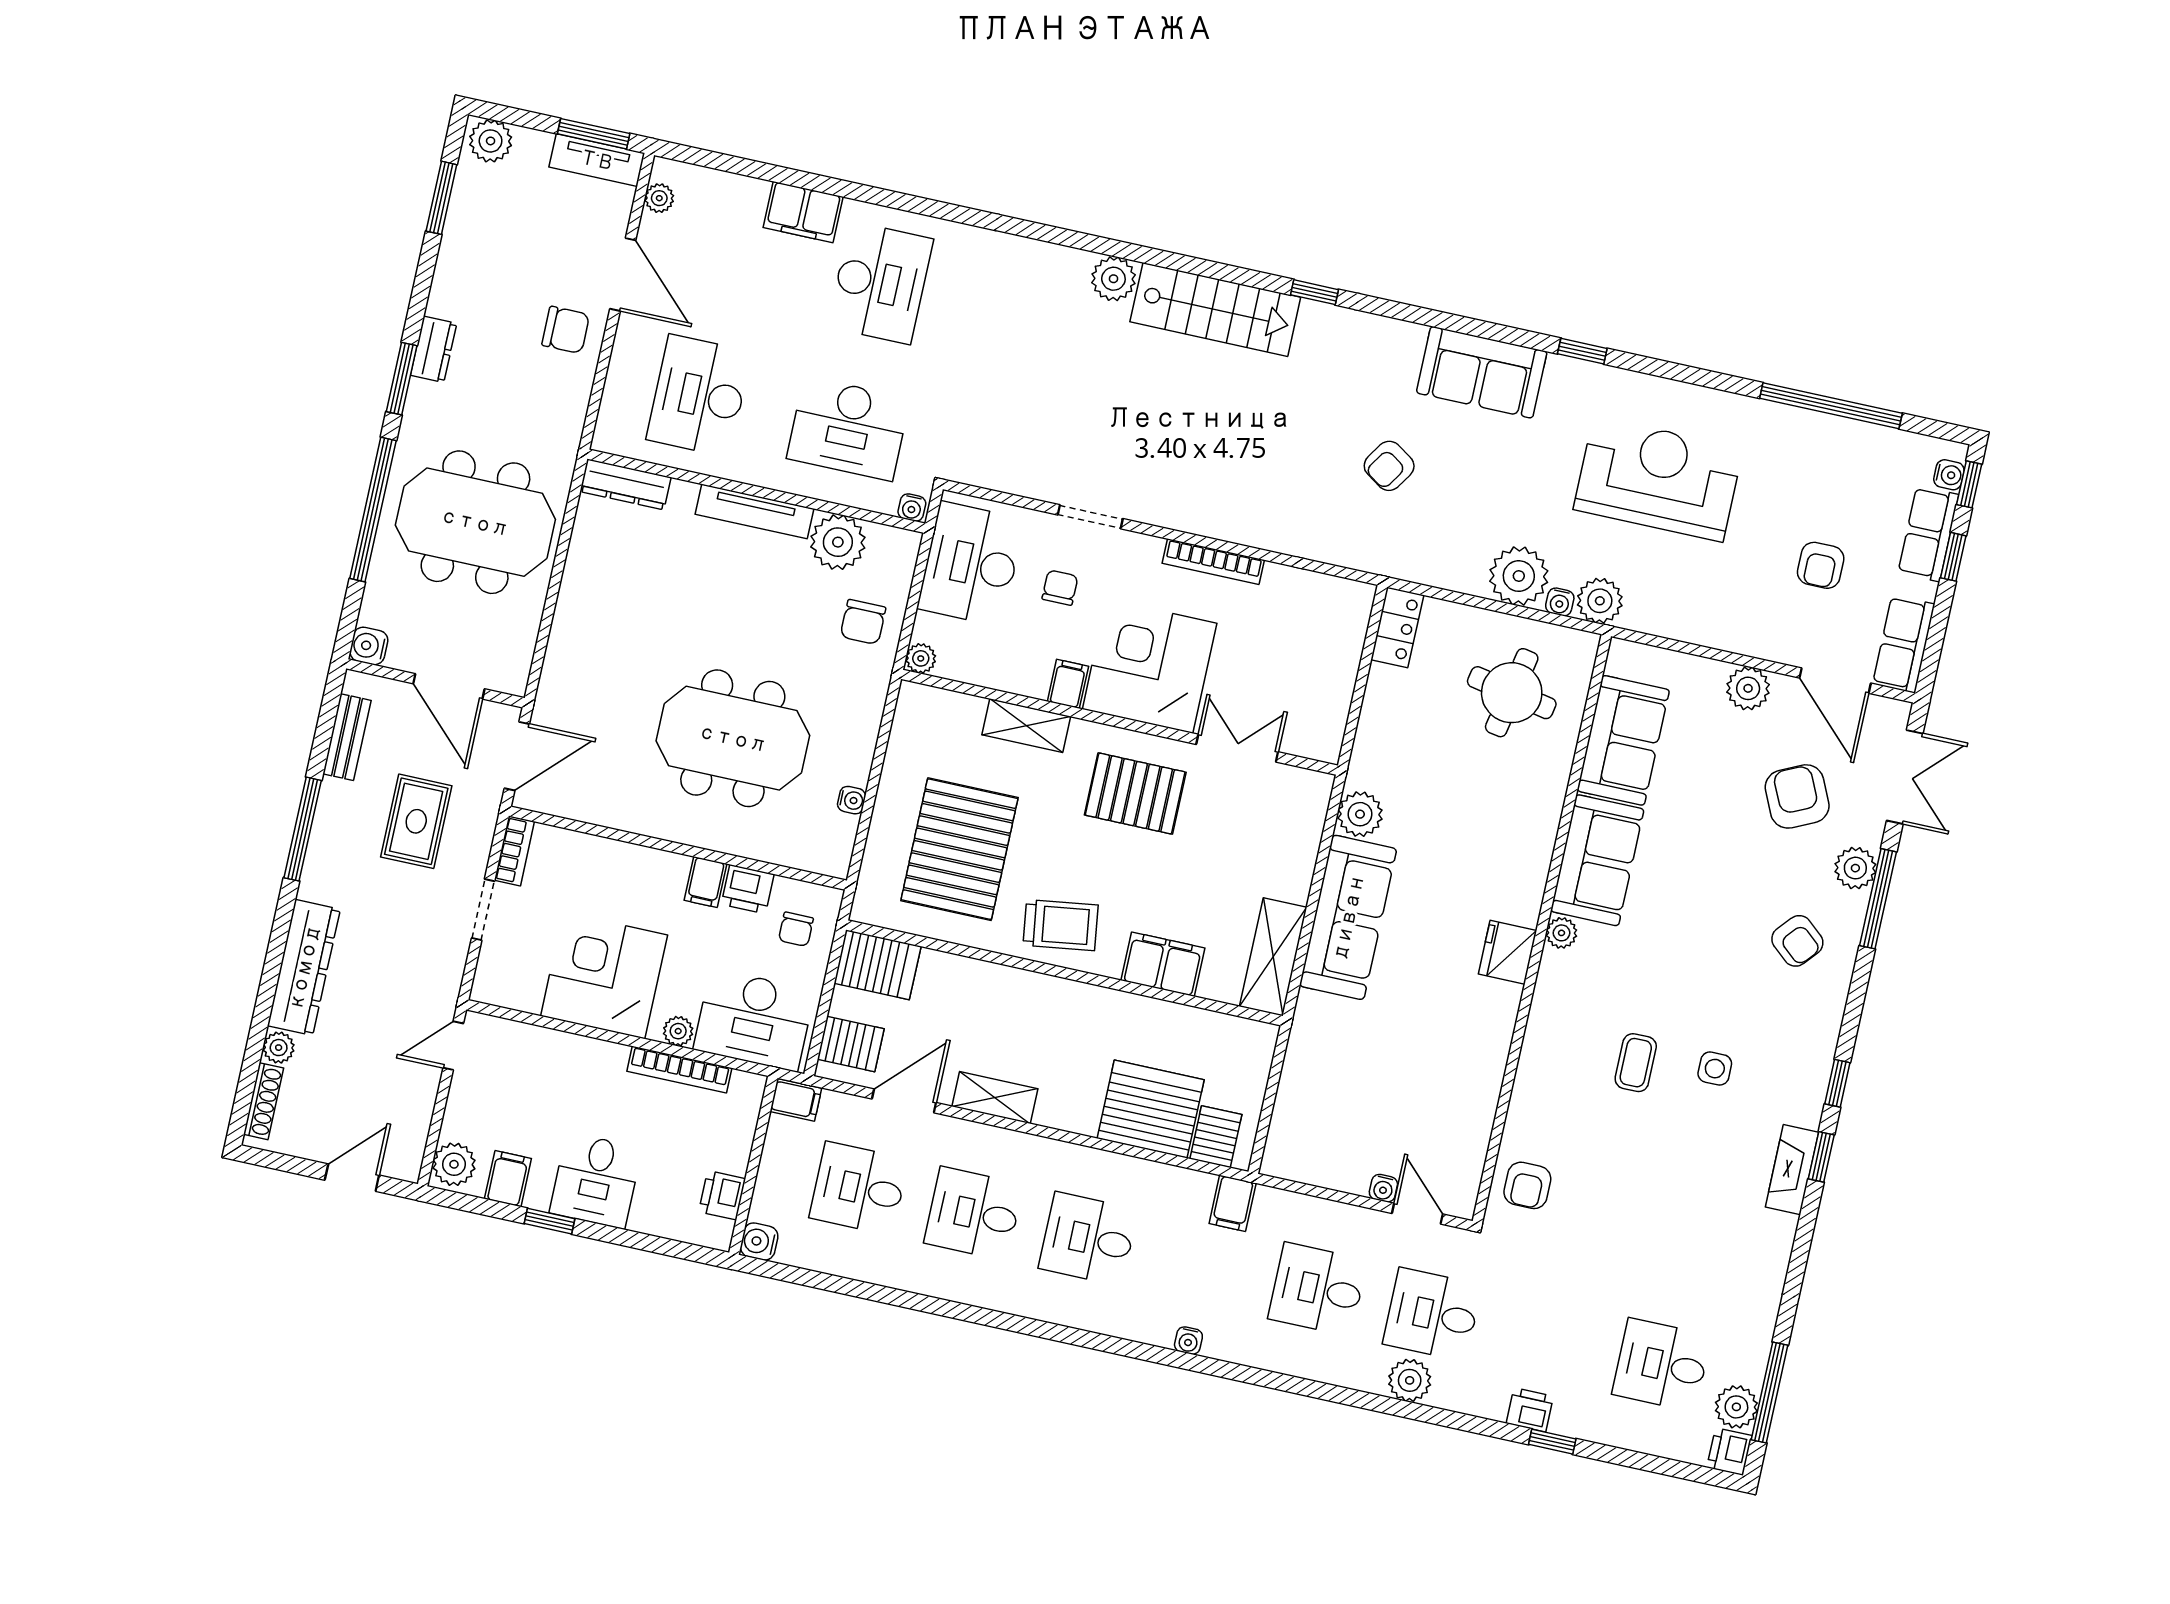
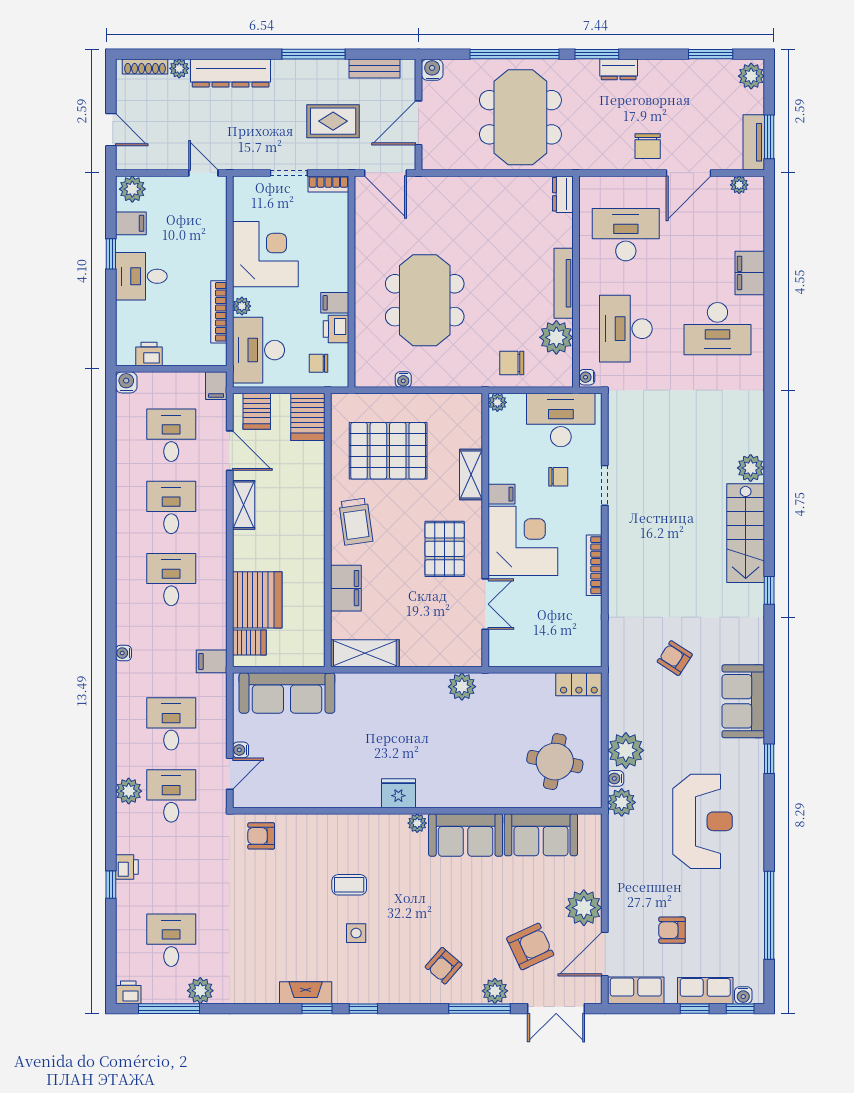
dresser: (625, 484) -> (563, 194), width x0.70
plant: (1748, 688) -> (584, 908), width x1.36, depth x1.36
sofa: (1348, 917) -> (287, 693), moved
plant: (1736, 1407) -> (200, 991), moved

